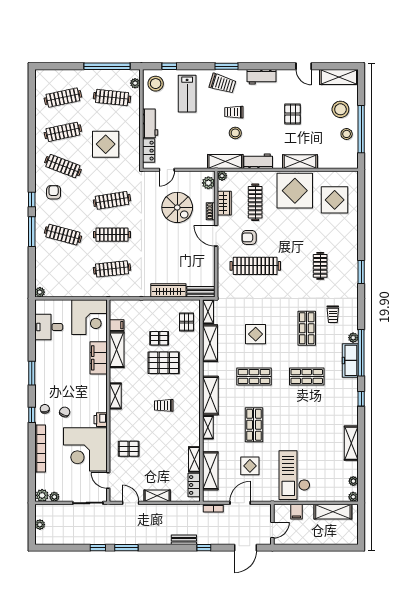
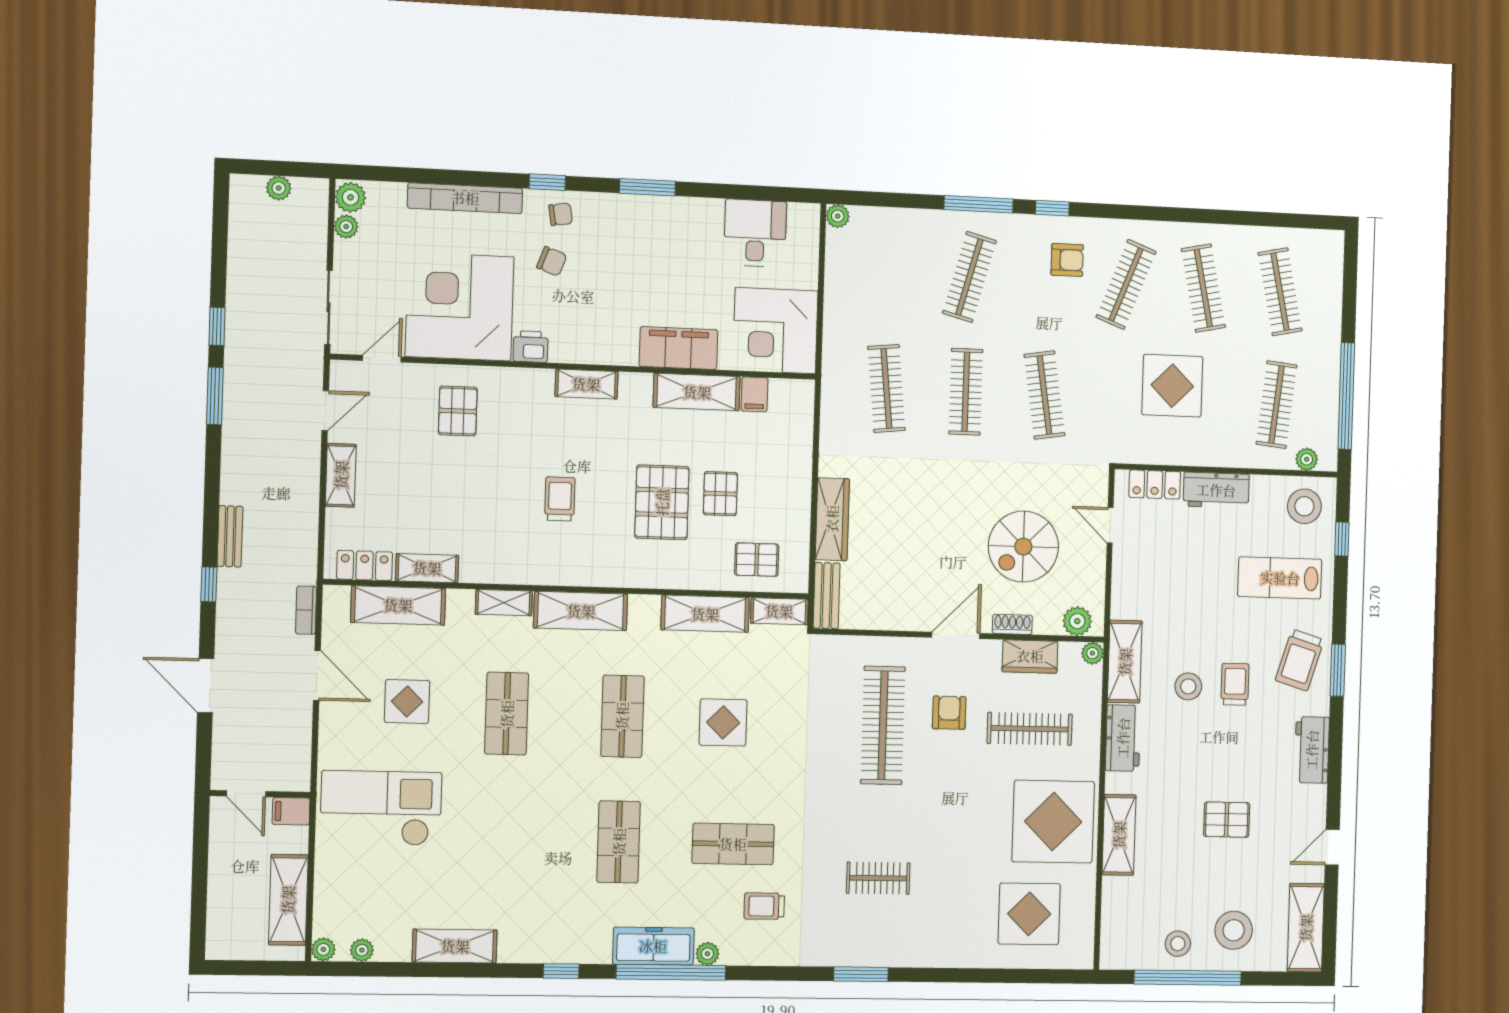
shop shelf: (254, 425) -> (507, 714), turned 90
wall: (272, 524) -> (260, 794), moved
door: (272, 530) -> (246, 794), moved

